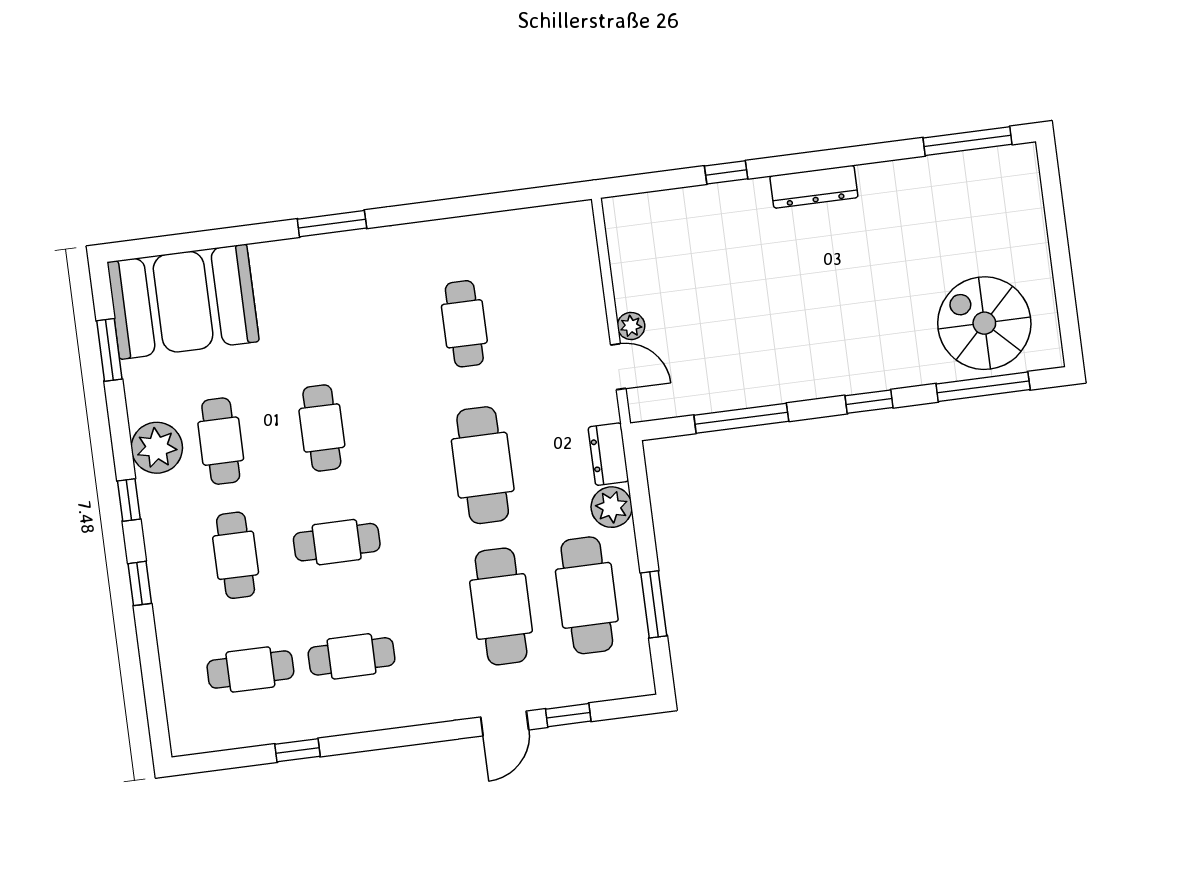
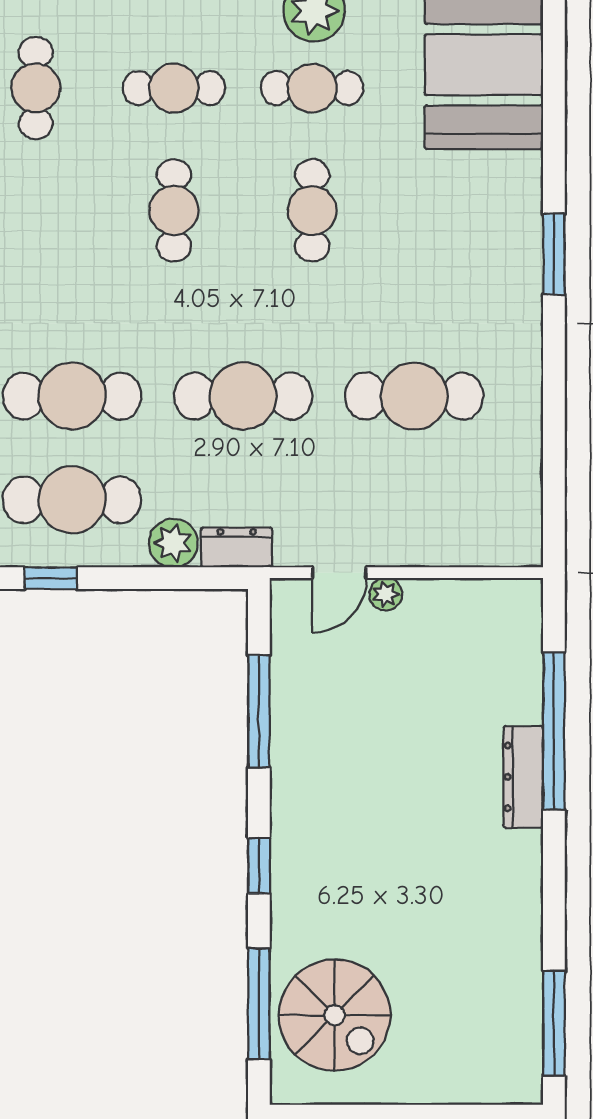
window: (726, 172) -> (554, 731), width x3.17
dresser: (814, 187) -> (523, 777), moved
spiral stairs: (984, 323) -> (335, 1015), turned 90
cafe table: (464, 324) -> (414, 396), width x1.37, depth x1.35
cafe table: (322, 428) -> (312, 210), turned 90
window: (654, 604) -> (51, 578), width x0.67
cafe table: (352, 656) -> (36, 210), removed

